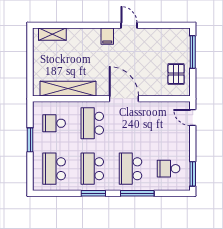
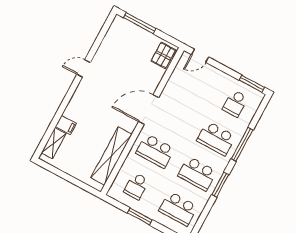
filing cabinet: (107, 36) -> (66, 125), moved
pallet: (176, 74) -> (163, 55), moved, turned 90

